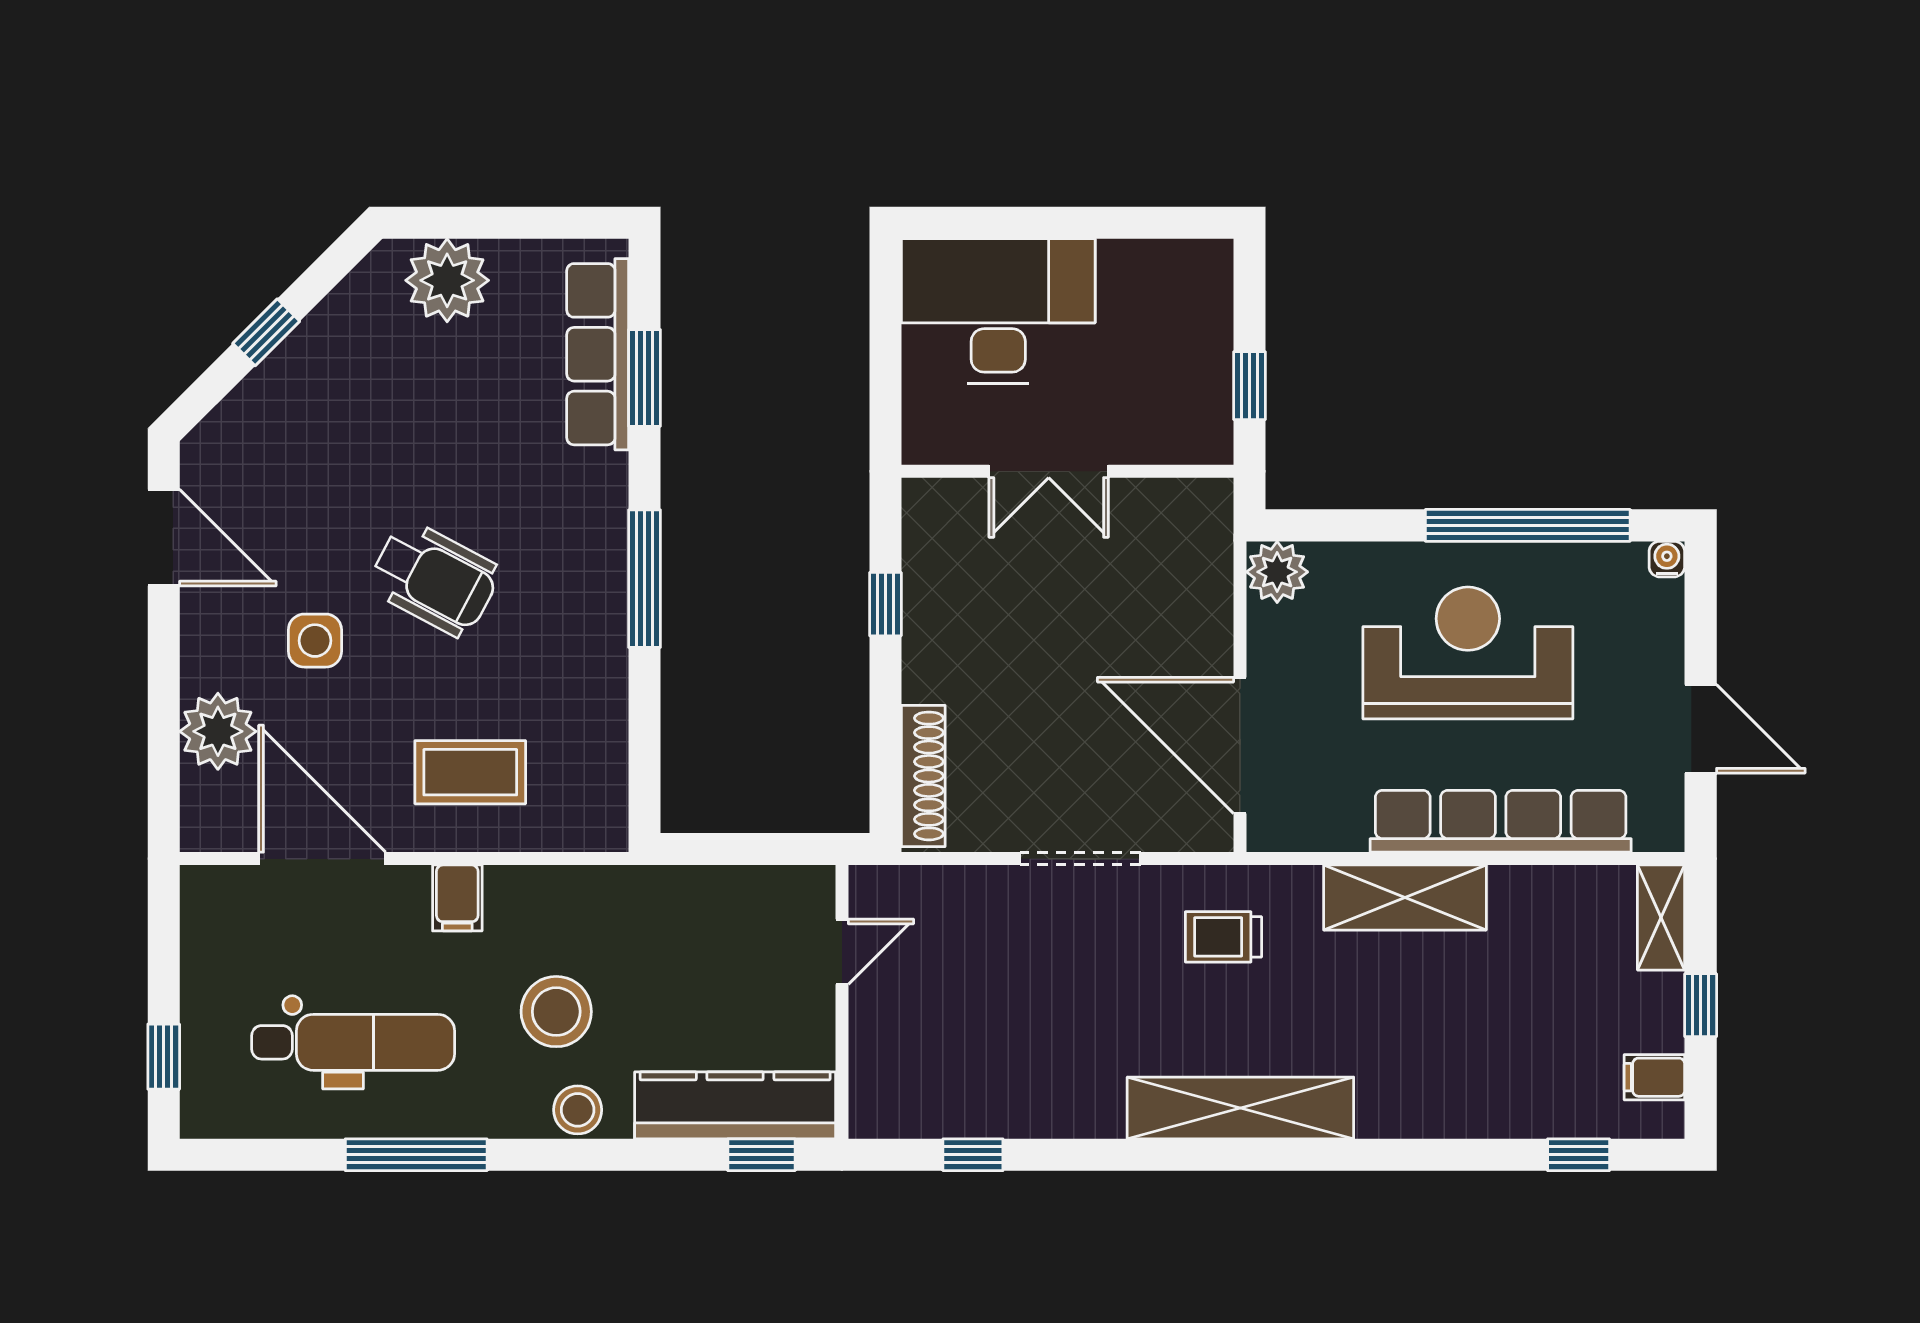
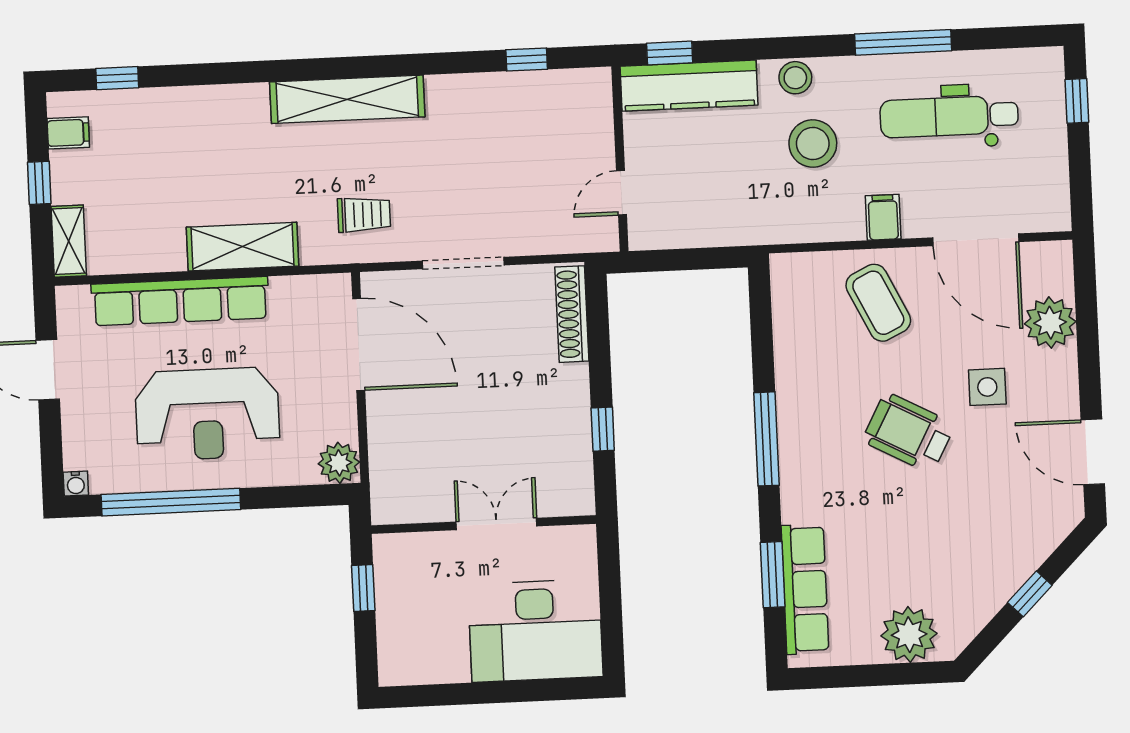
coffee table: (470, 772) -> (878, 303), turned 64

